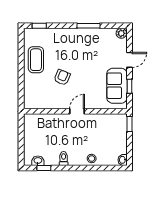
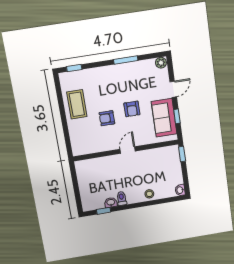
armchair: (87, 72) -> (132, 109), added
armchair: (62, 77) -> (107, 118), turned -113
washbasin: (38, 161) -> (111, 203), moved

